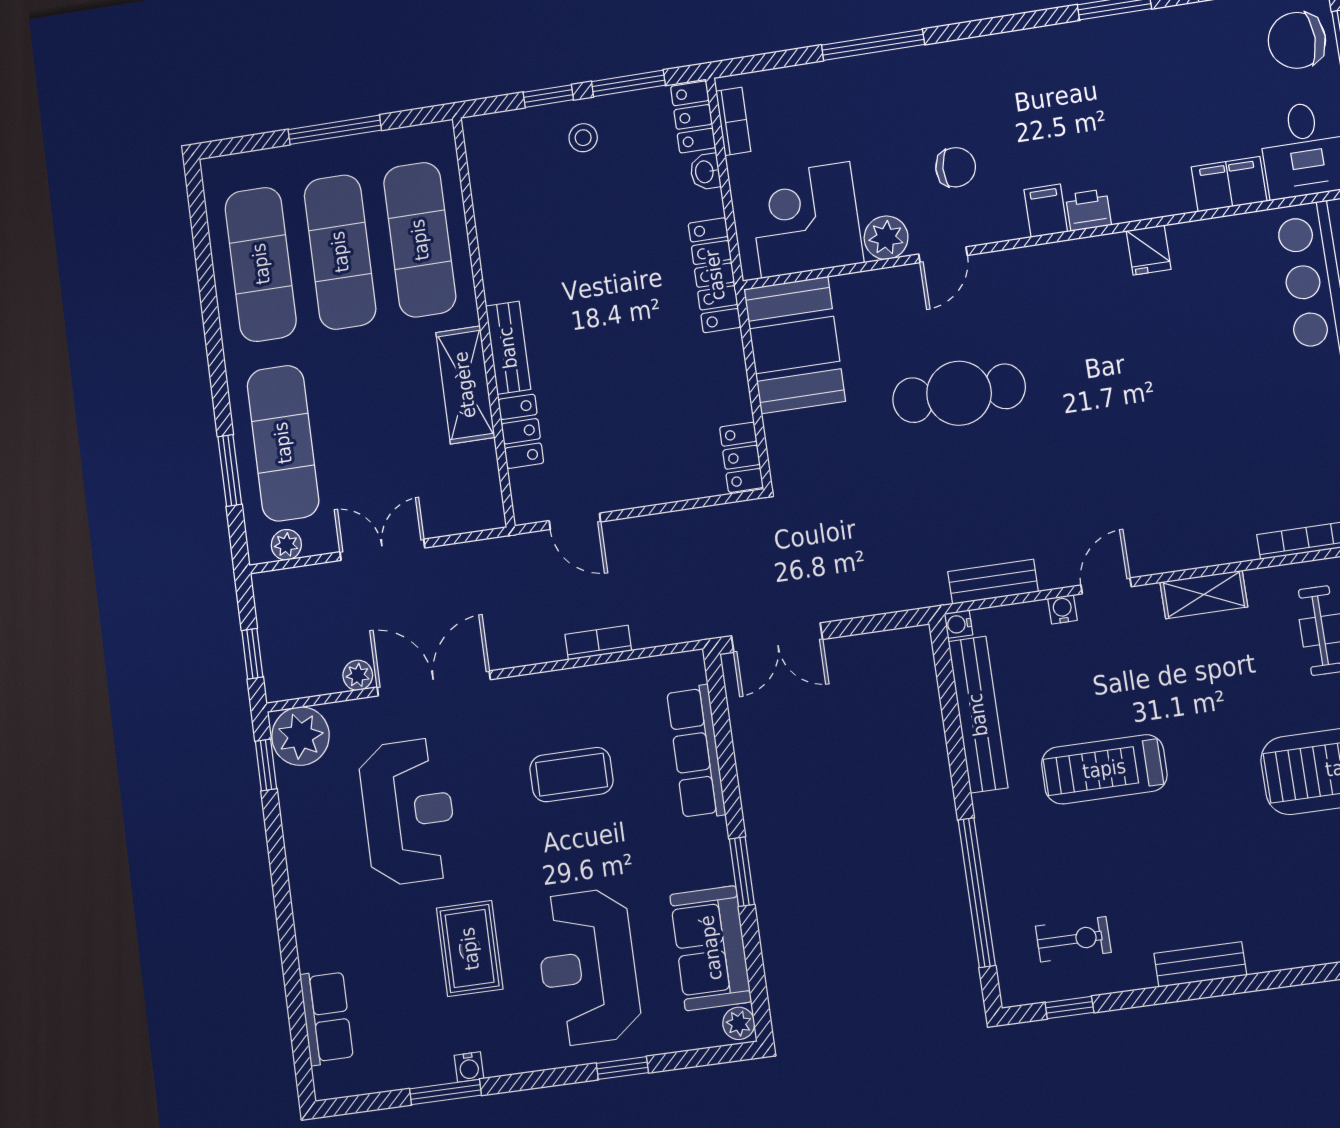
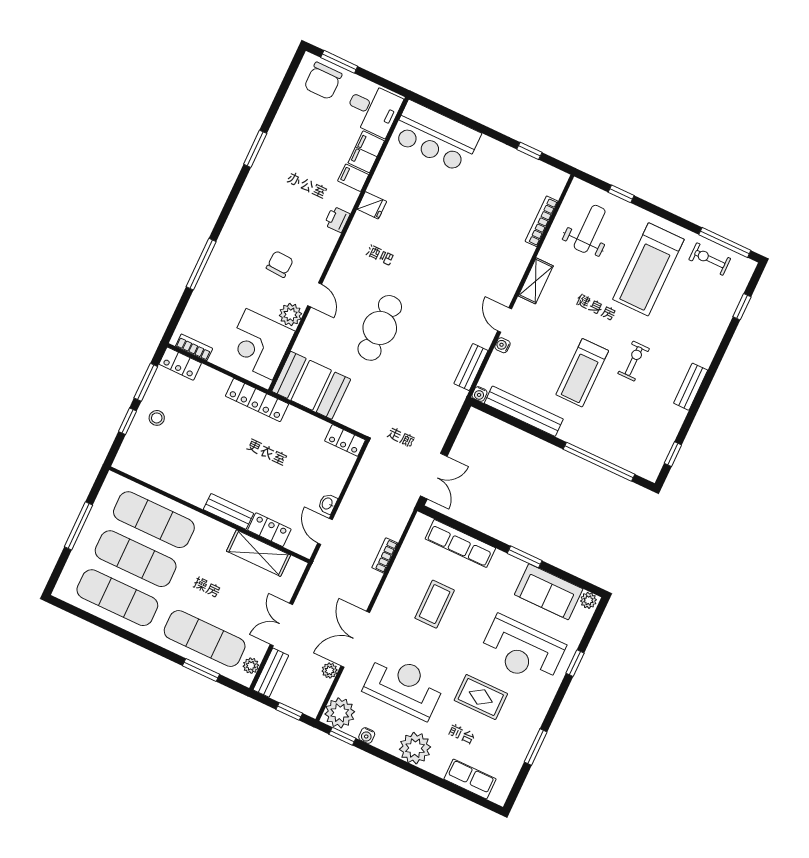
washbasin: (705, 172) -> (328, 504), moved, turned 90
filing cabinet: (1046, 211) -> (353, 178), moved
shelving: (465, 385) -> (259, 553), moved
door: (575, 521) -> (325, 531), swing flipped
bench: (295, 584) -> (271, 673), added
plant: (320, 895) -> (415, 748), added
exercise bike: (1073, 939) -> (634, 361), moved
water cooler: (469, 1067) -> (367, 735), moved, turned 90

